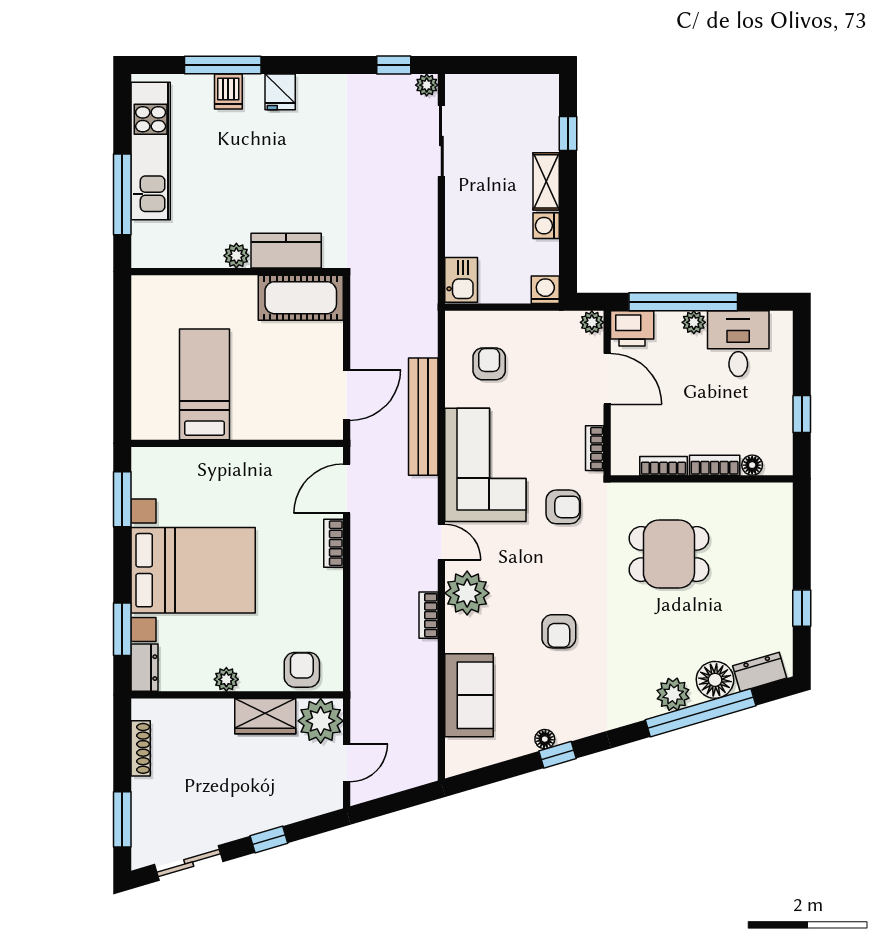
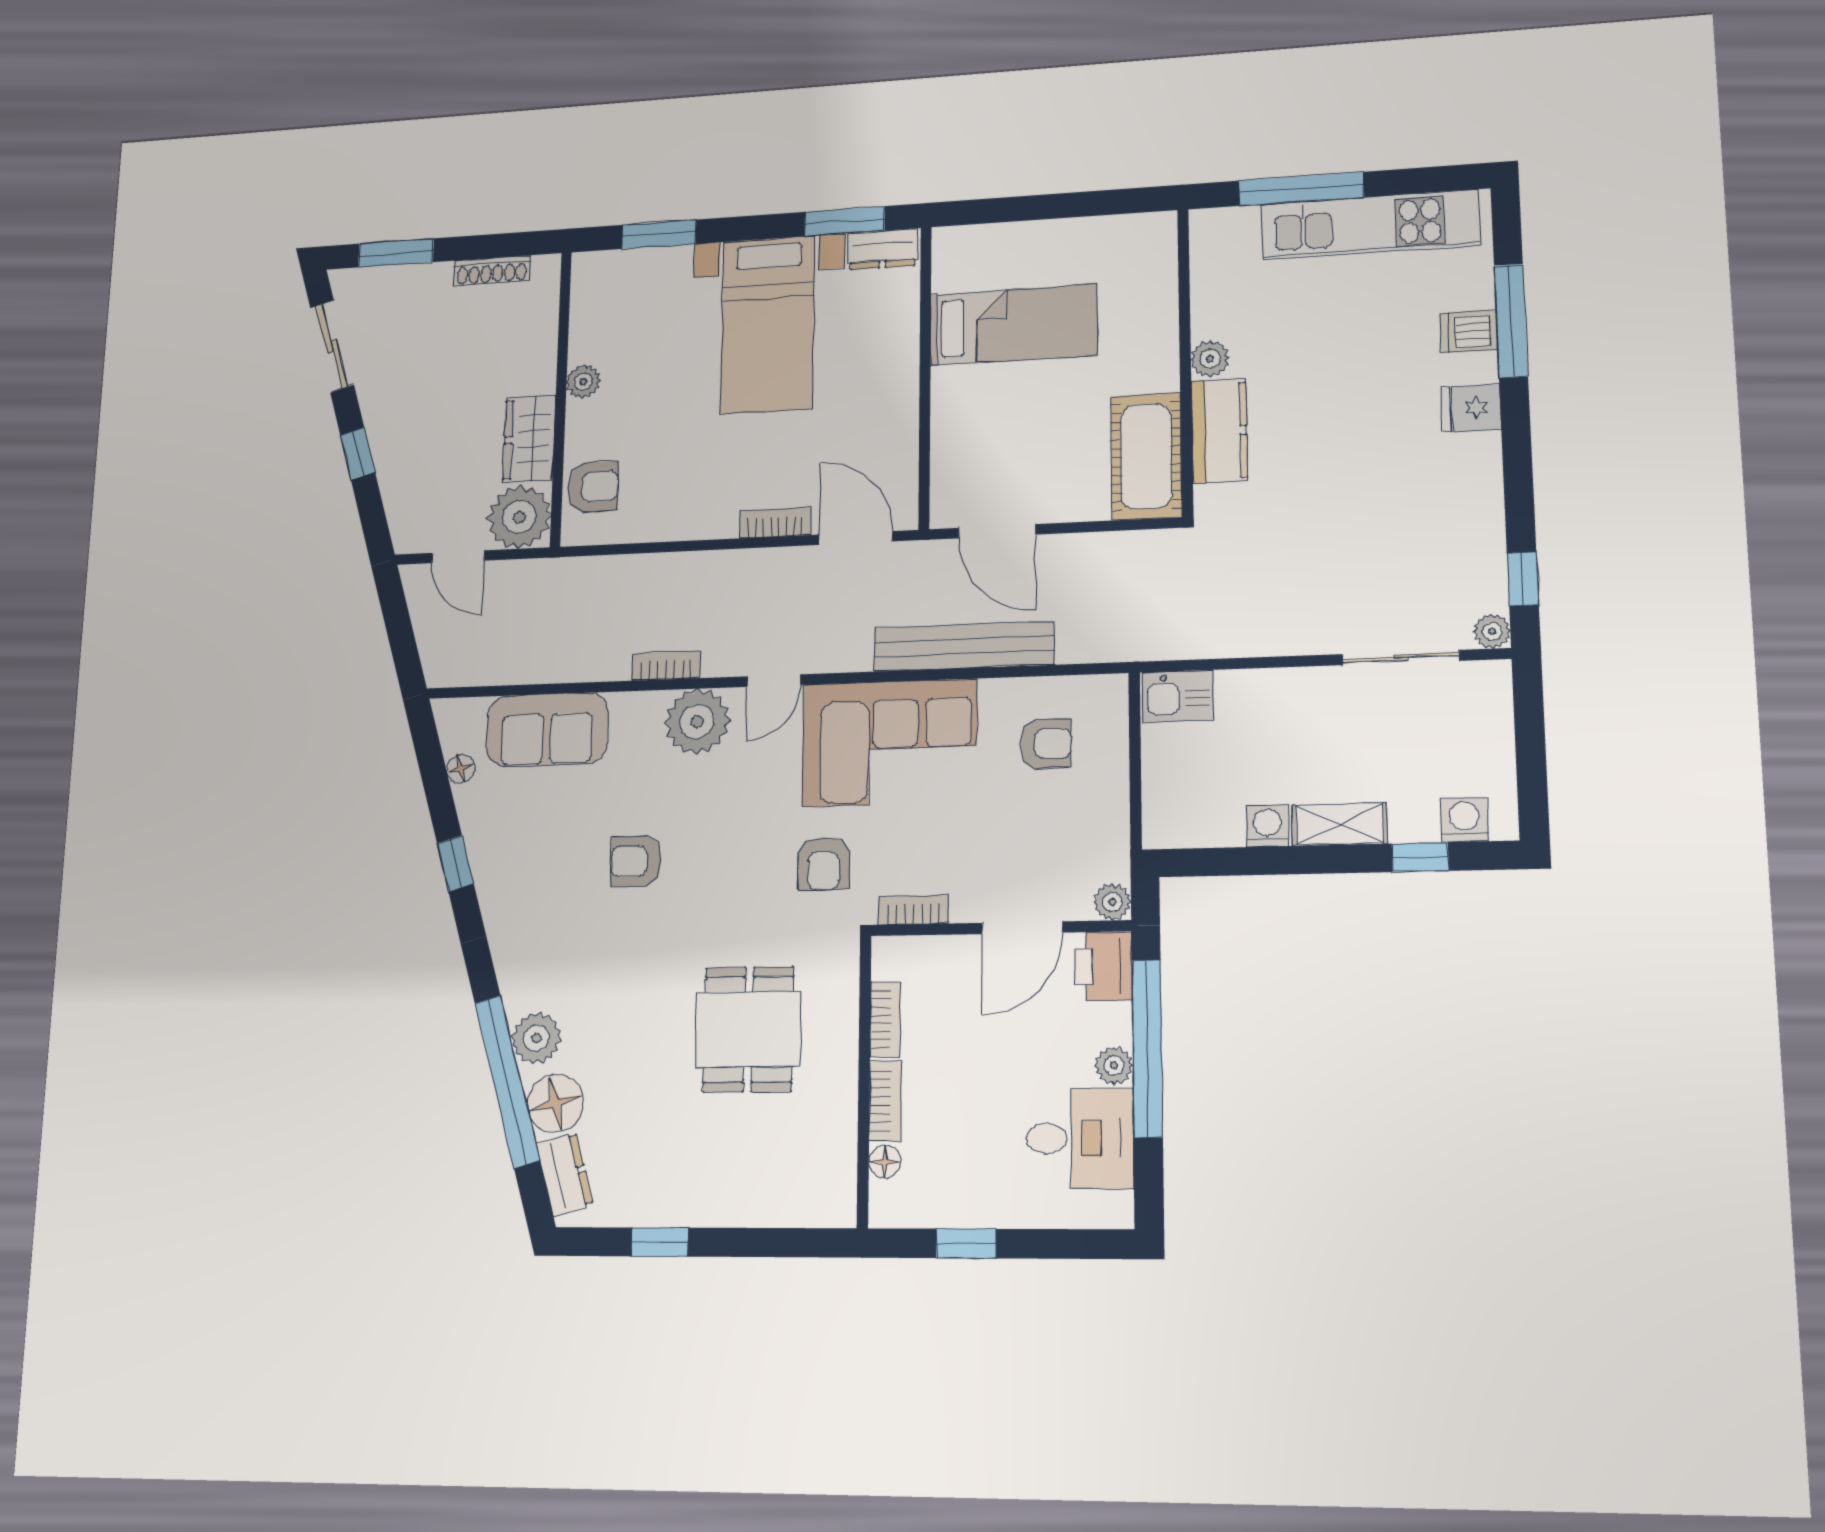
washing machine: (545, 290) -> (1464, 820), moved, turned -90
bed with nightstands: (193, 570) -> (768, 324), width x0.73
dresser: (144, 668) -> (883, 249), moved
floor lamp: (545, 739) -> (461, 769), moved

